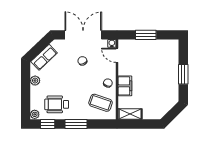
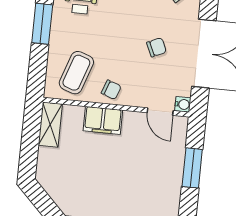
door: (117, 55) -> (160, 112), swing flipped

